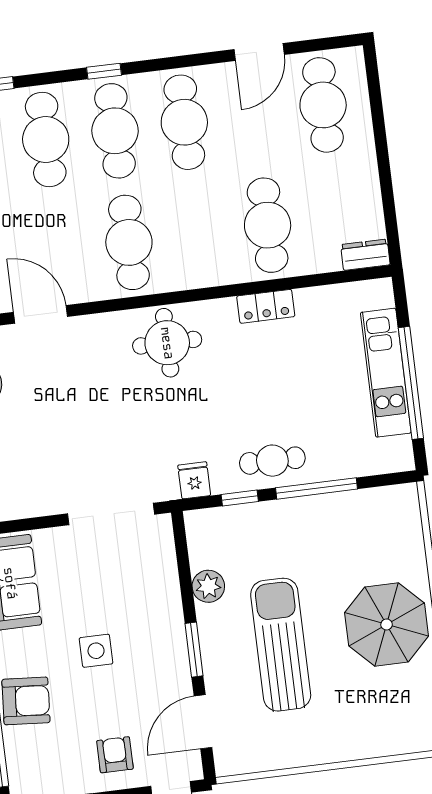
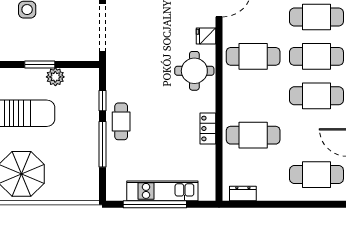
dresser: (365, 255) -> (243, 194), moved, turned -90
fridge: (194, 480) -> (206, 36), moved, turned 180
window: (194, 650) -> (40, 64), moved

